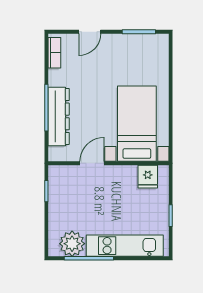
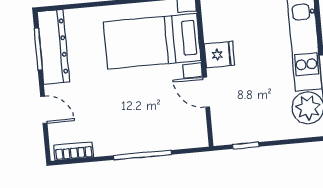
dresser: (59, 116) -> (53, 47), moved, turned 90
fridge: (148, 177) -> (220, 55), moved

